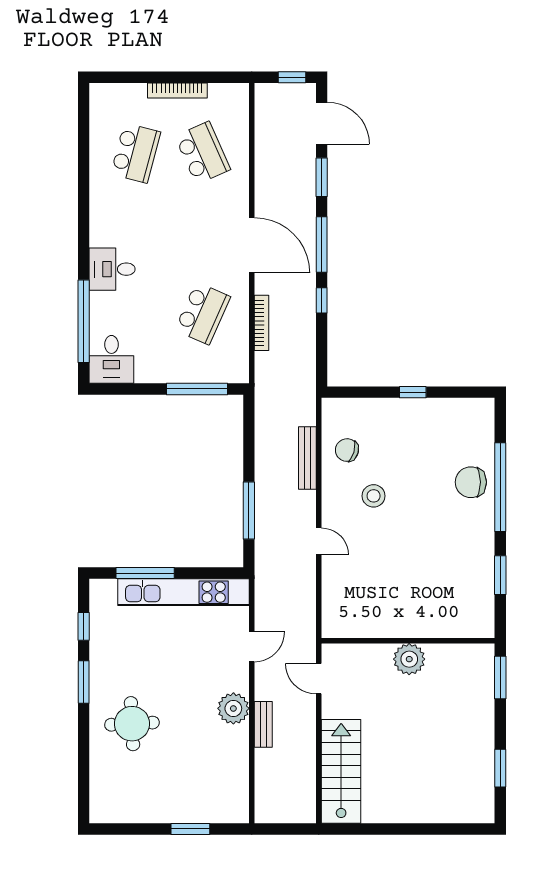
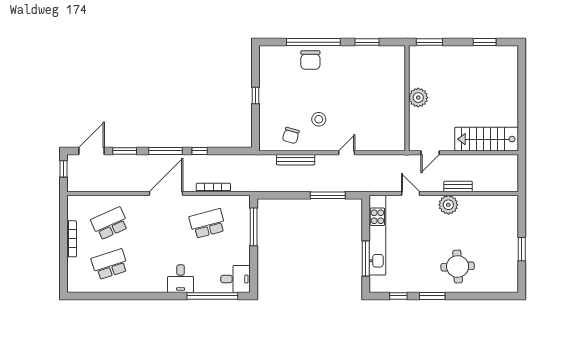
school desk: (136, 153) -> (110, 264), turned -33
school desk: (203, 313) -> (207, 223), turned -39
window: (190, 829) -> (522, 249), moved

